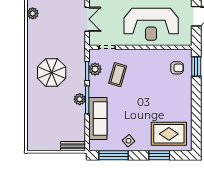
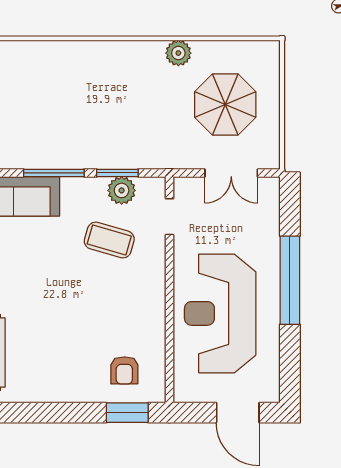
plant: (33, 13) -> (178, 53), moved
parasol: (52, 72) -> (225, 104), moved
plant: (80, 99) -> (55, 156), removed

